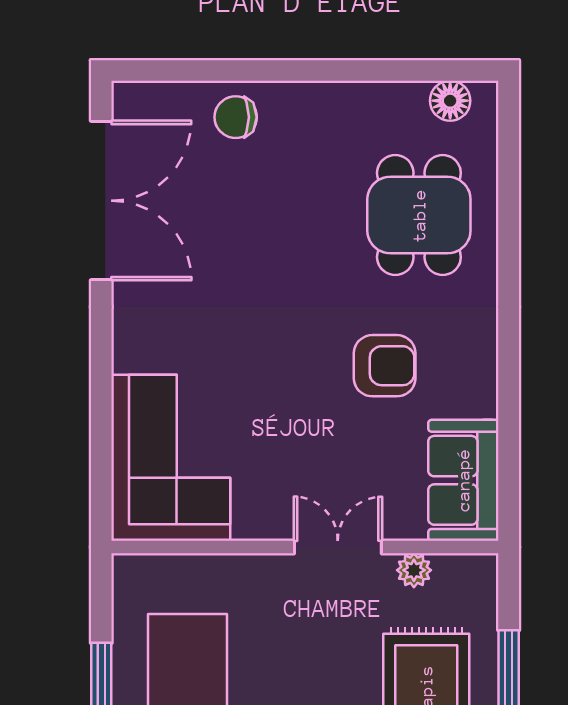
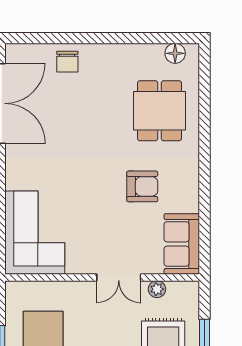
chair: (236, 117) -> (67, 62), turned -90
double door: (338, 547) -> (119, 277), swing flipped

